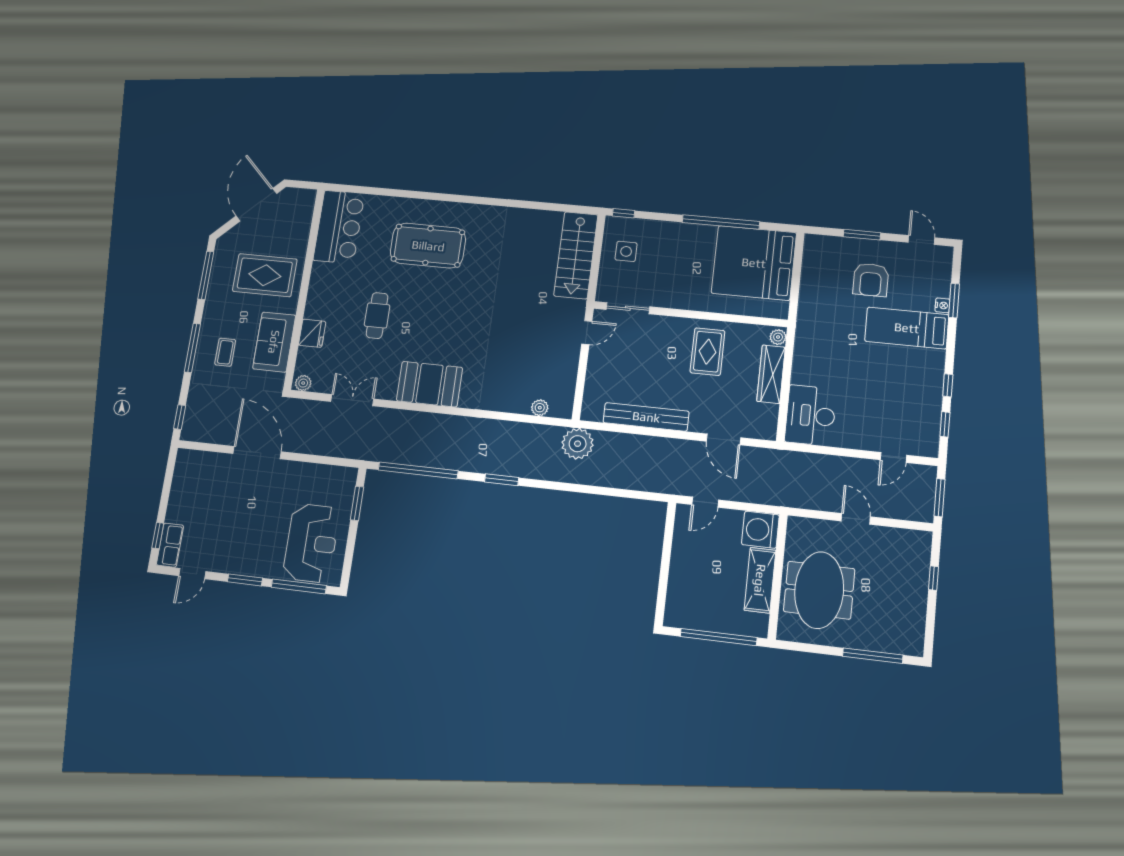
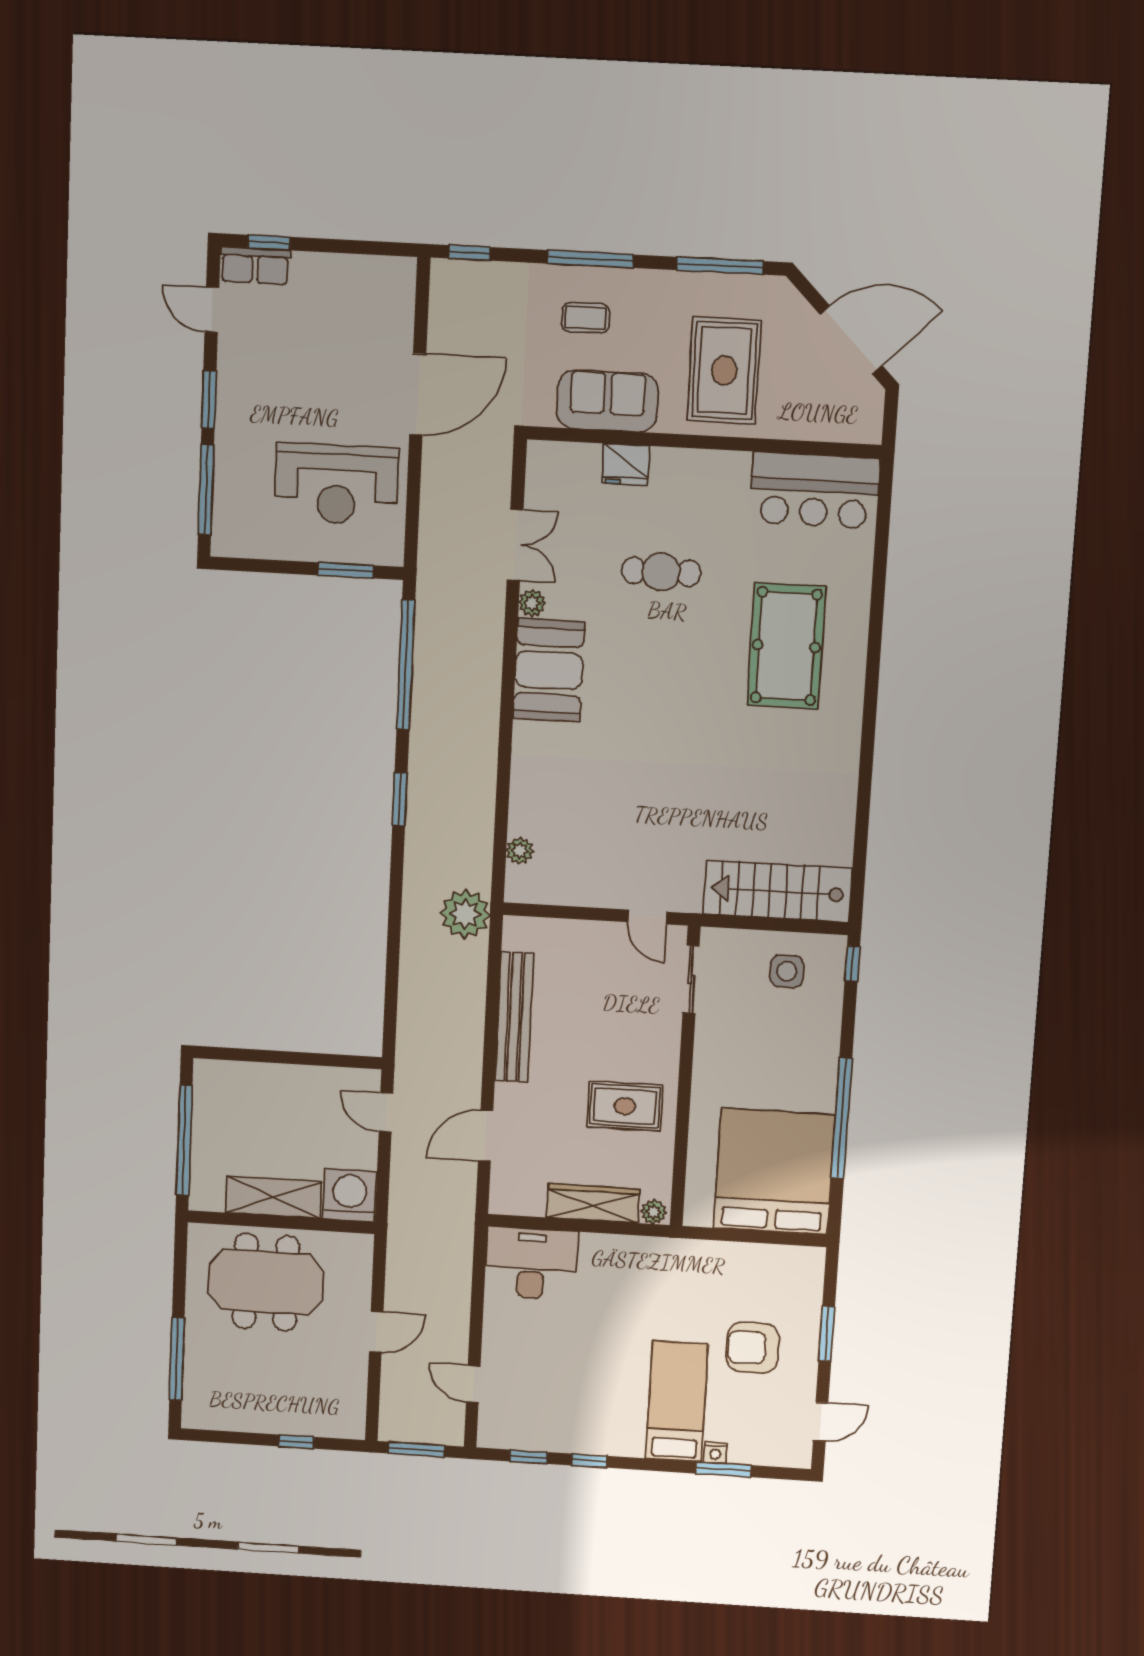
plant: (303, 383) -> (532, 603), moved
reception desk: (311, 543) -> (337, 484), moved

